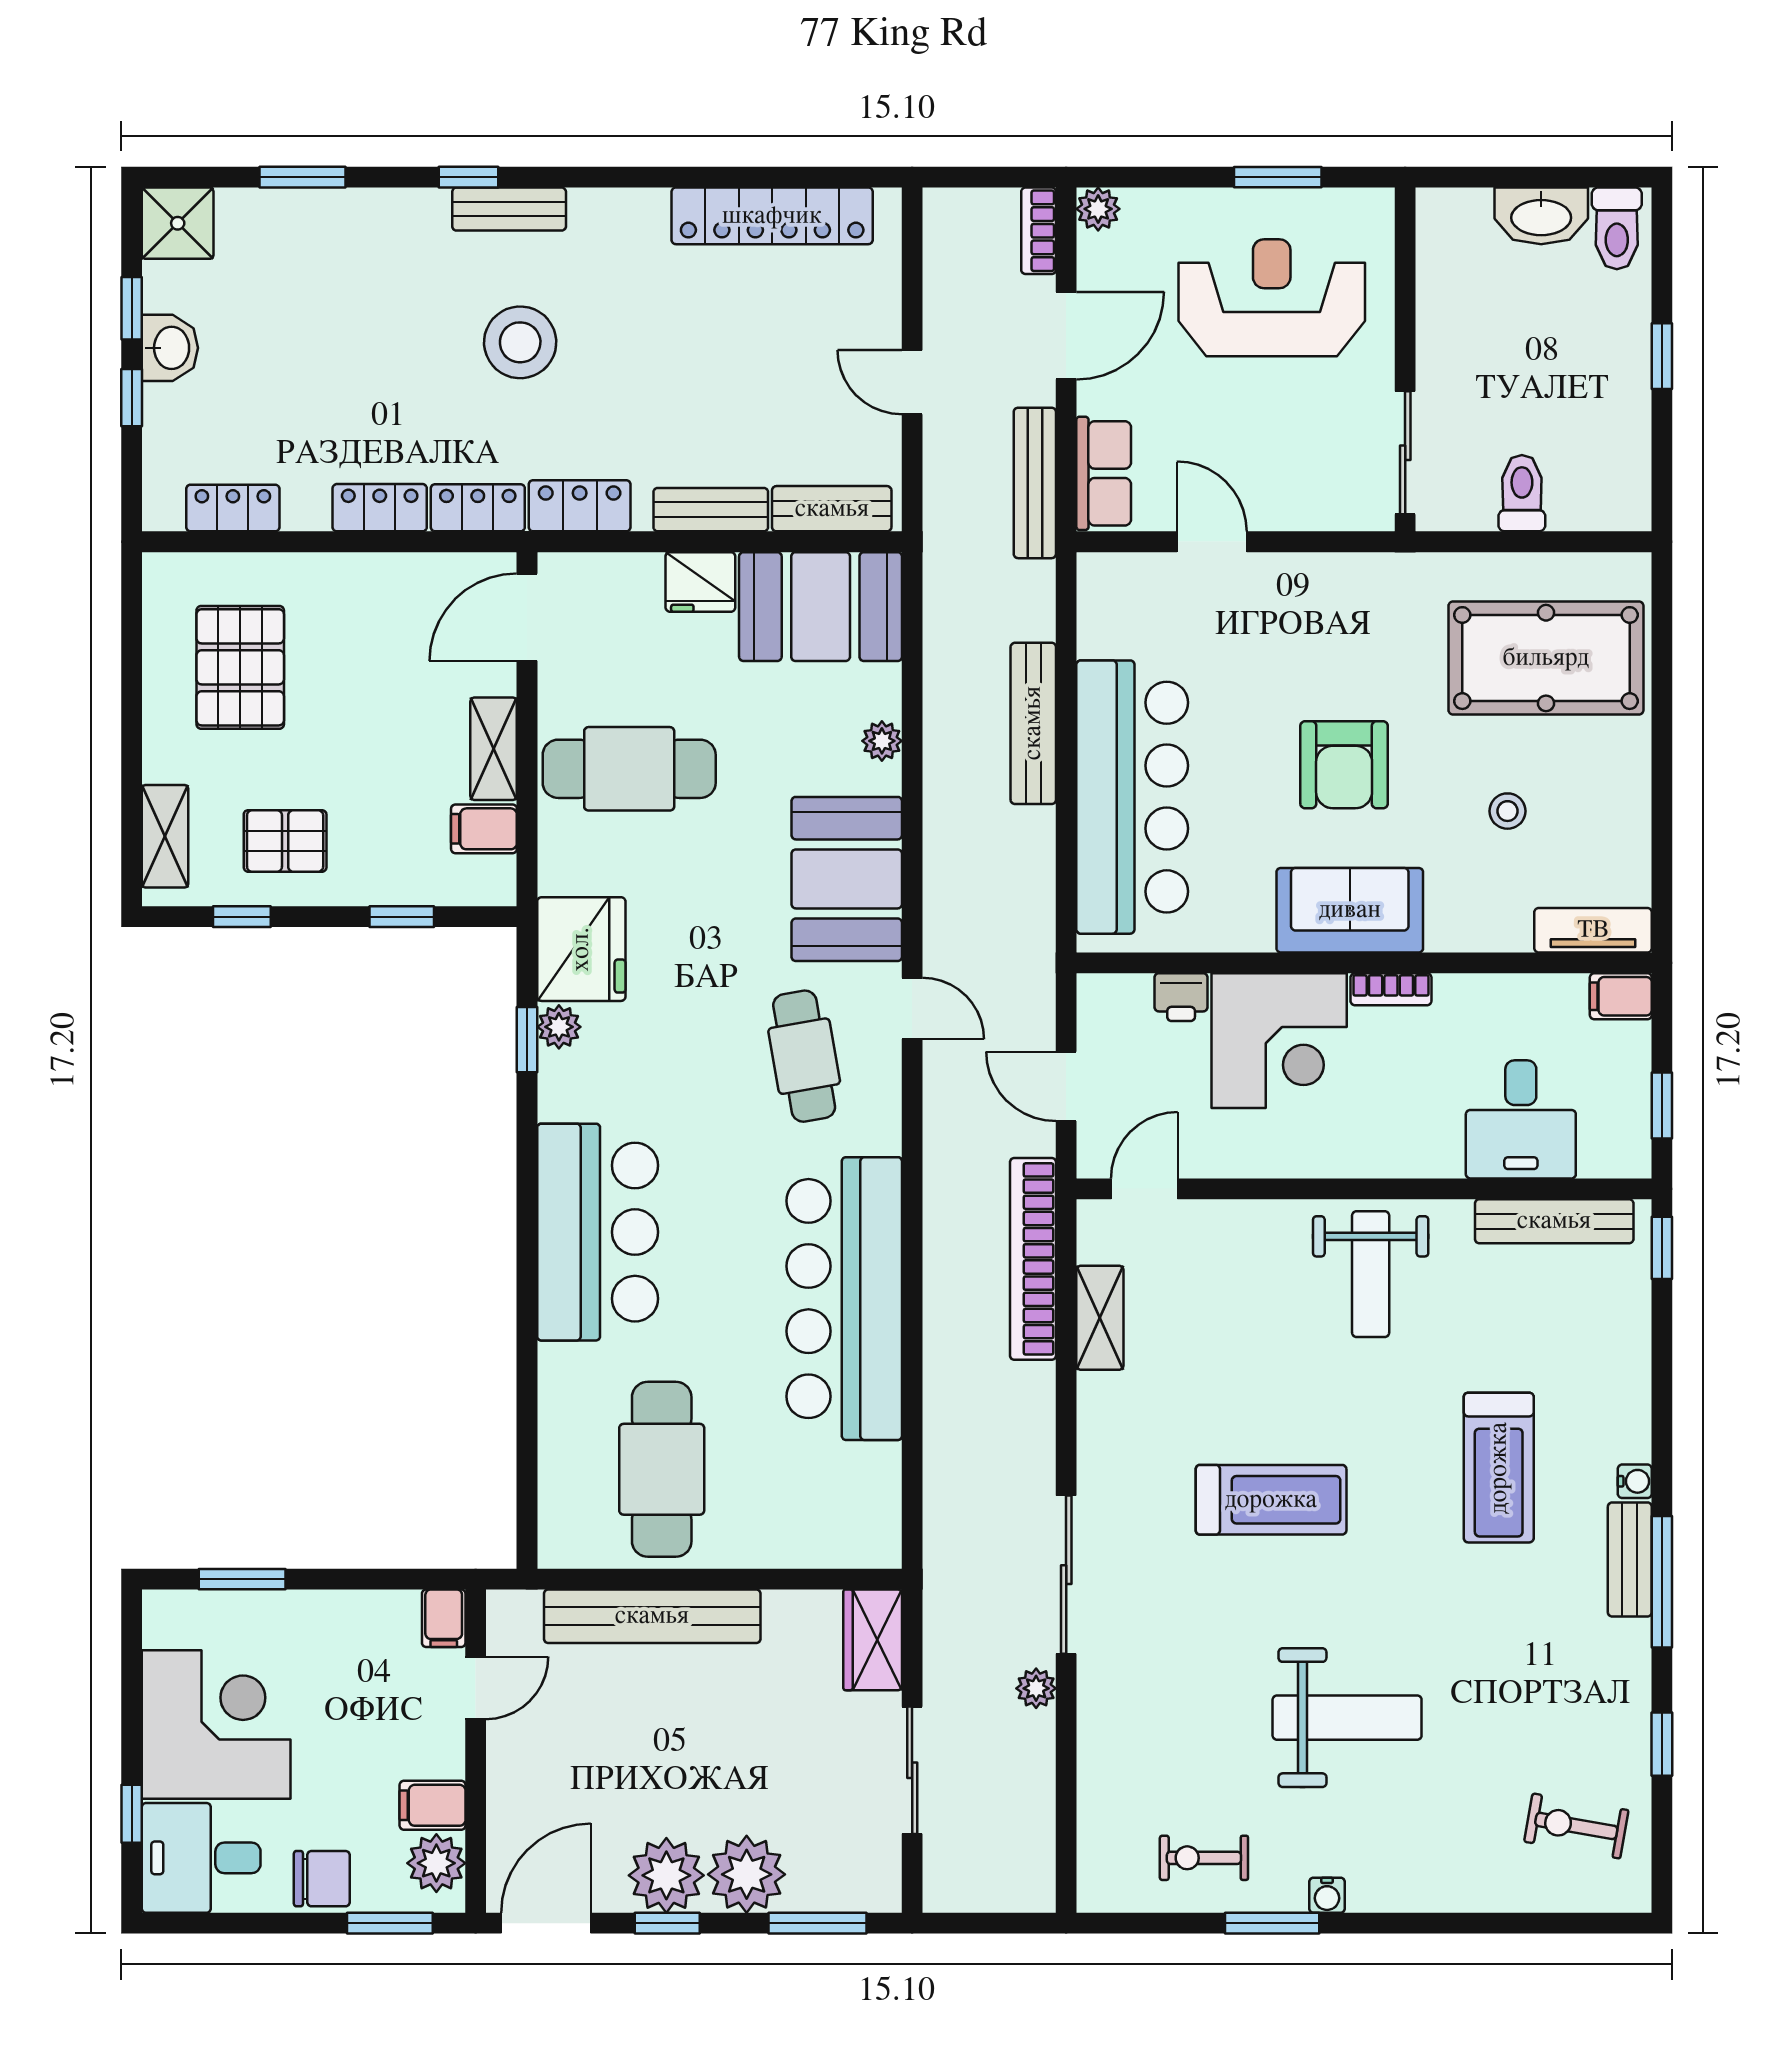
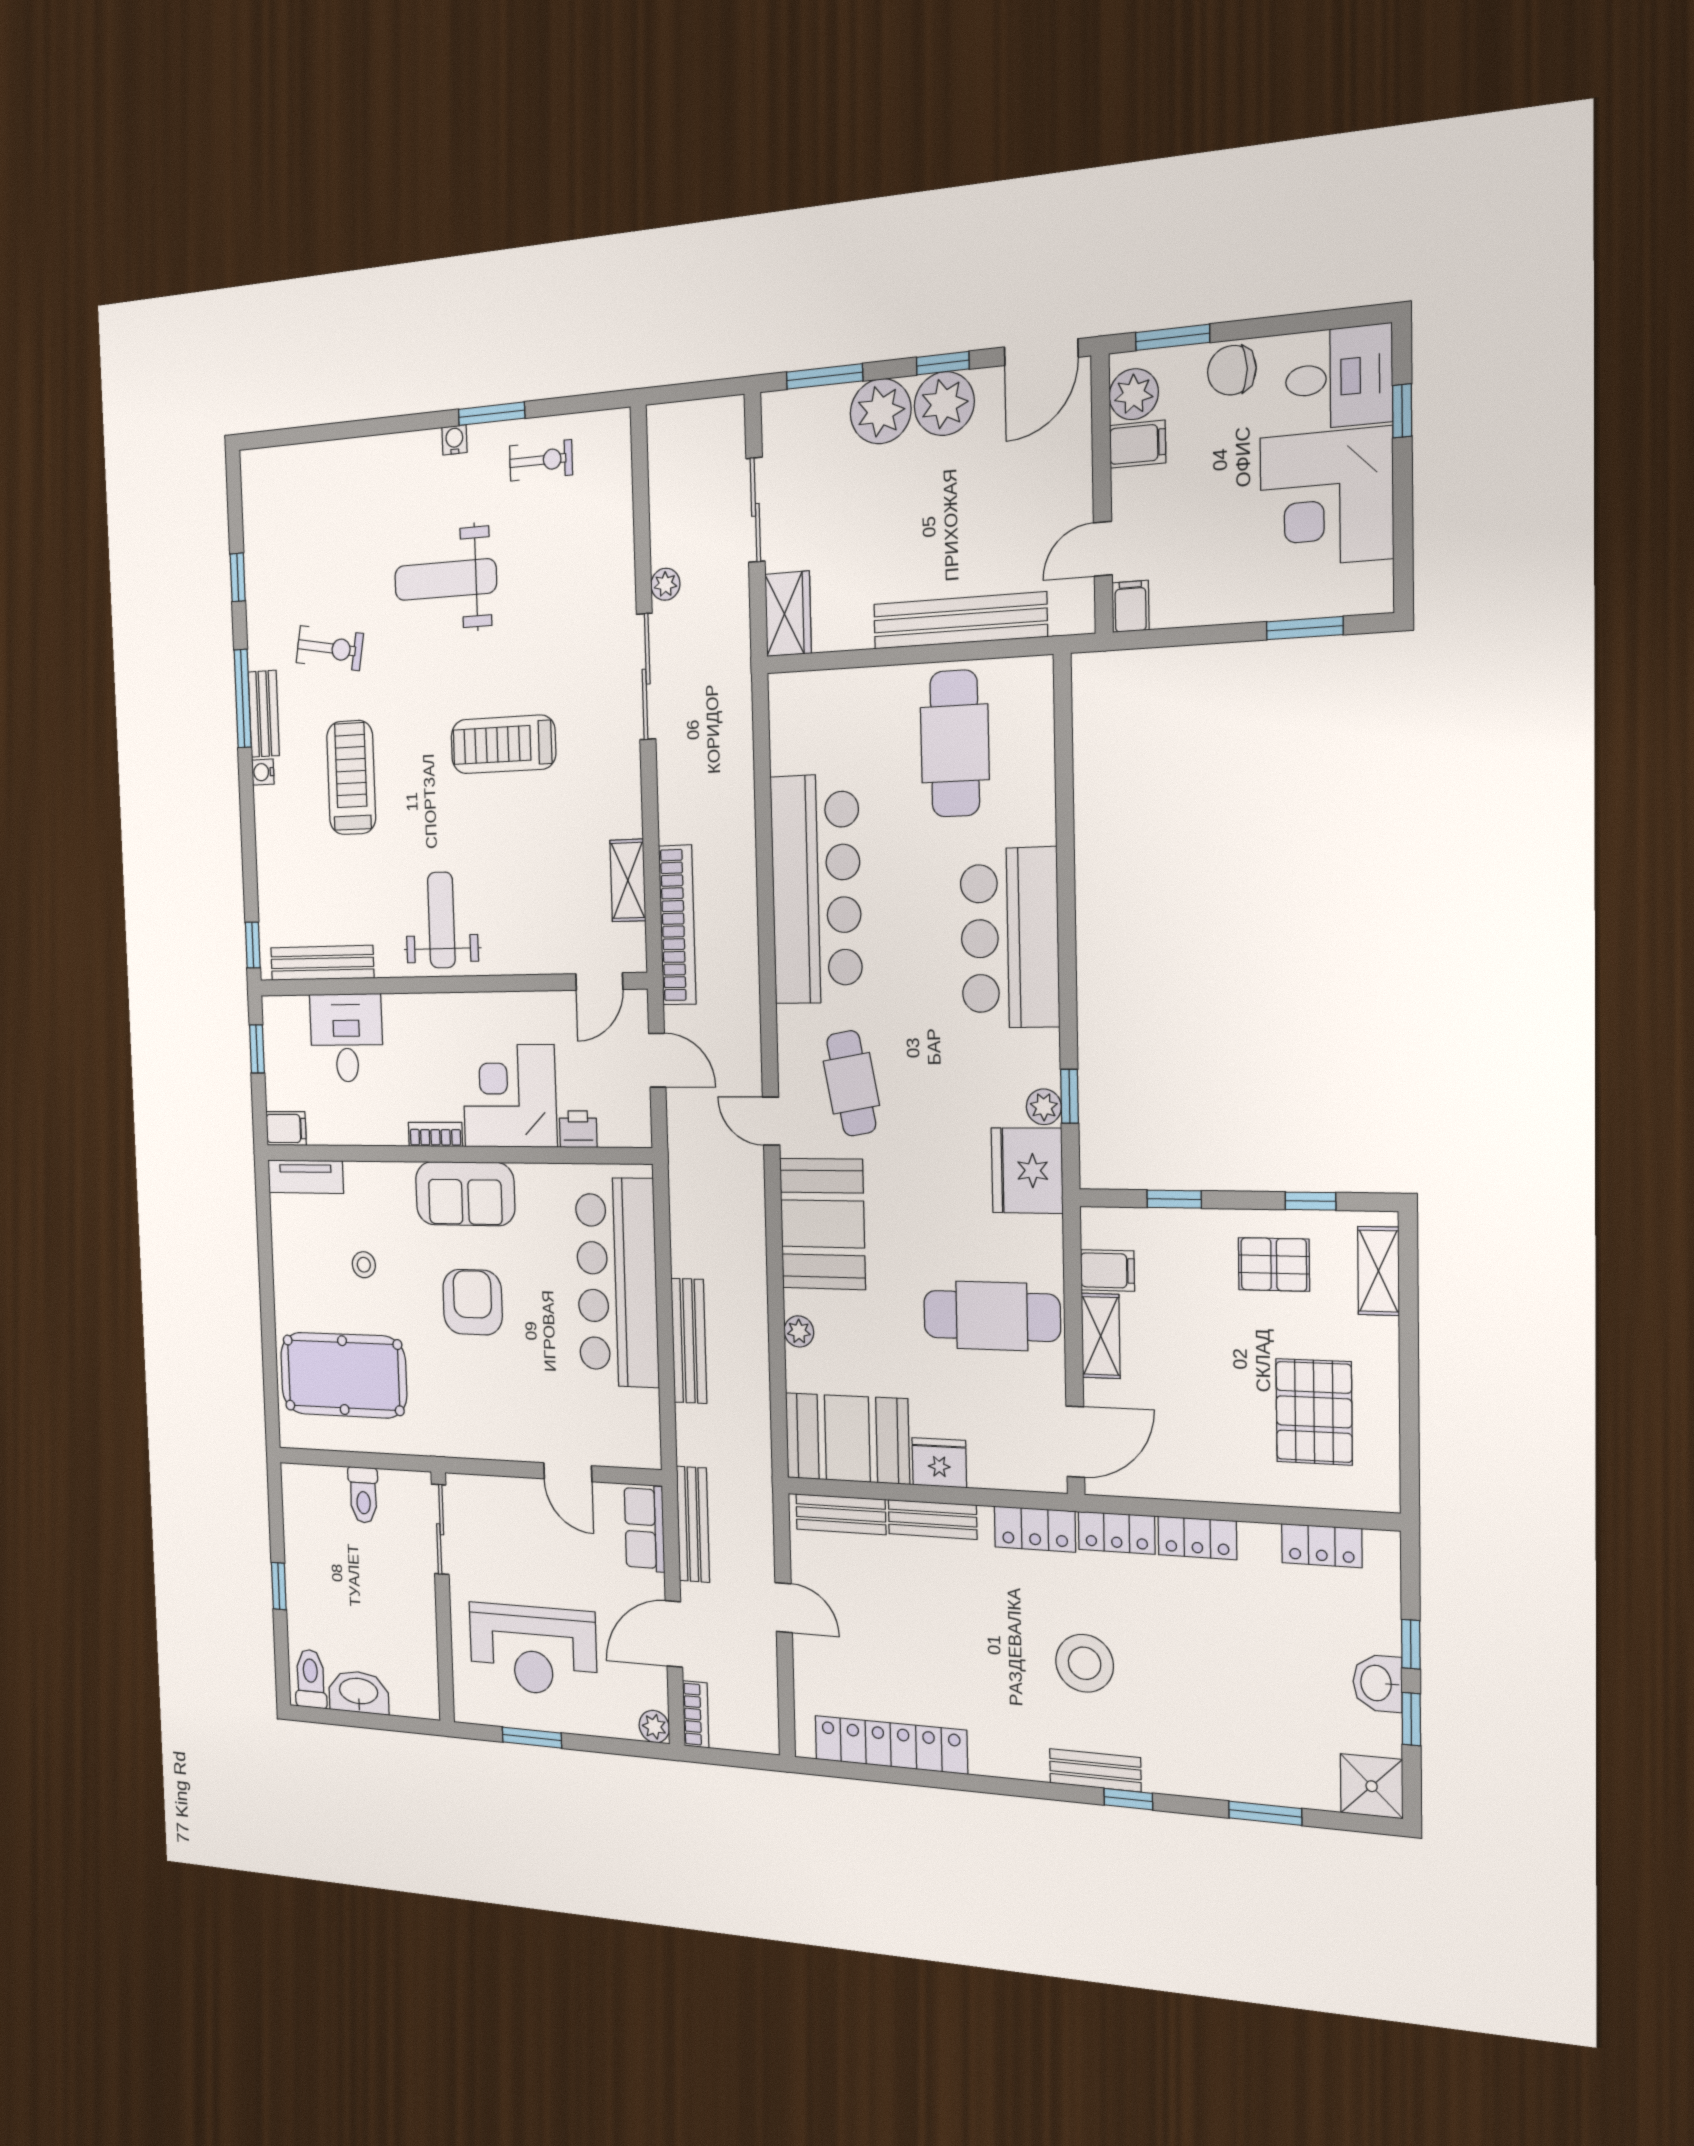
exercise bike: (1576, 1826) -> (330, 648), moved

